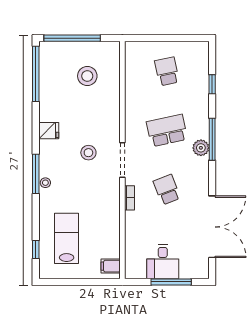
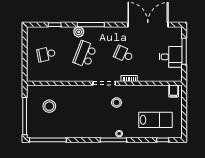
school desk: (167, 130) -> (85, 54), turned 33
fridge: (49, 131) -> (85, 131), removed
plant: (201, 148) -> (79, 32), moved
stool: (88, 153) -> (117, 103), moved
school desk: (167, 190) -> (124, 54), turned 45
lab bench: (67, 238) -> (156, 120), turned 180

